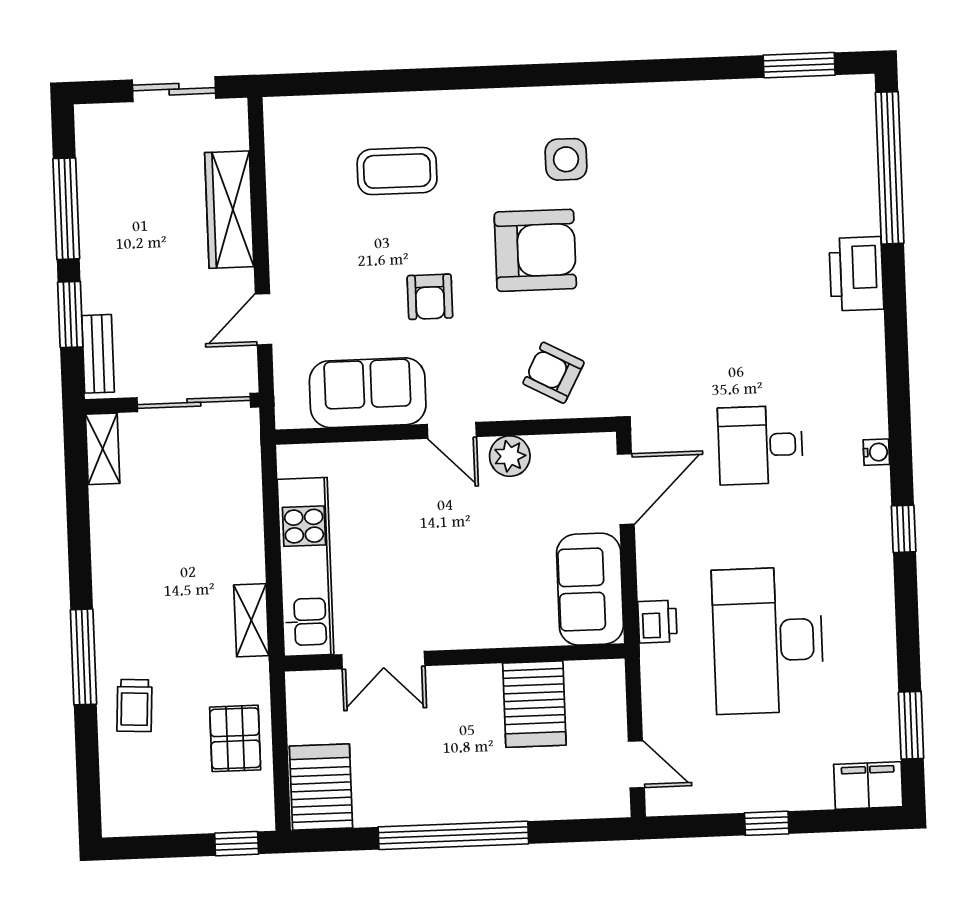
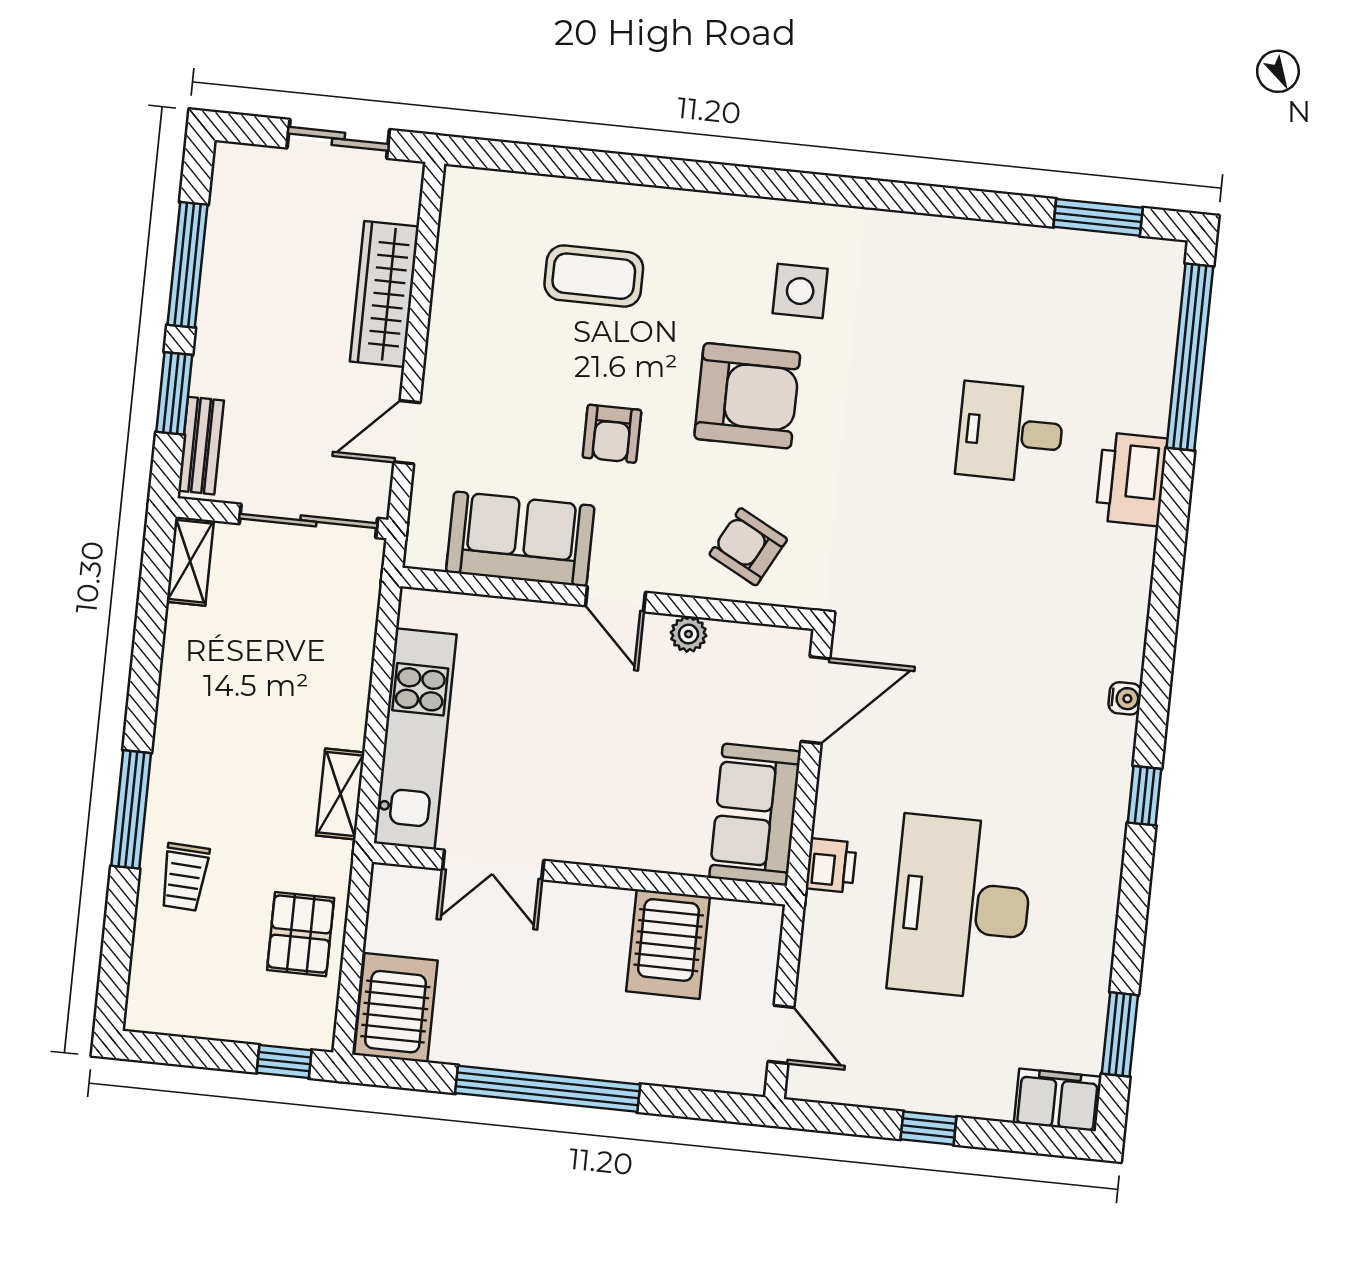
desk: (760, 445) -> (1010, 432), moved
plant: (510, 456) -> (688, 634), width x0.73, depth x0.73

